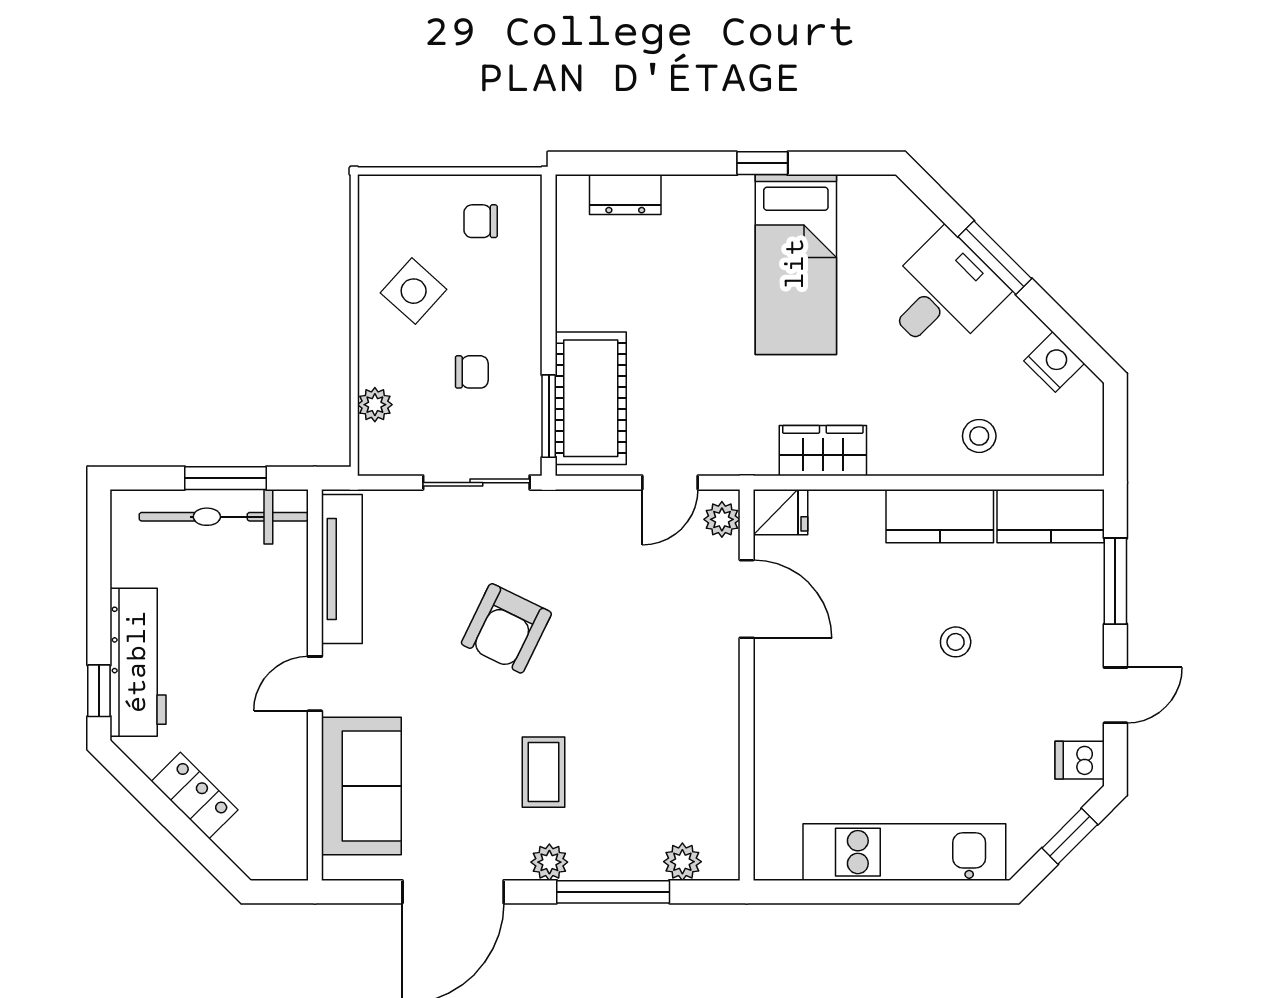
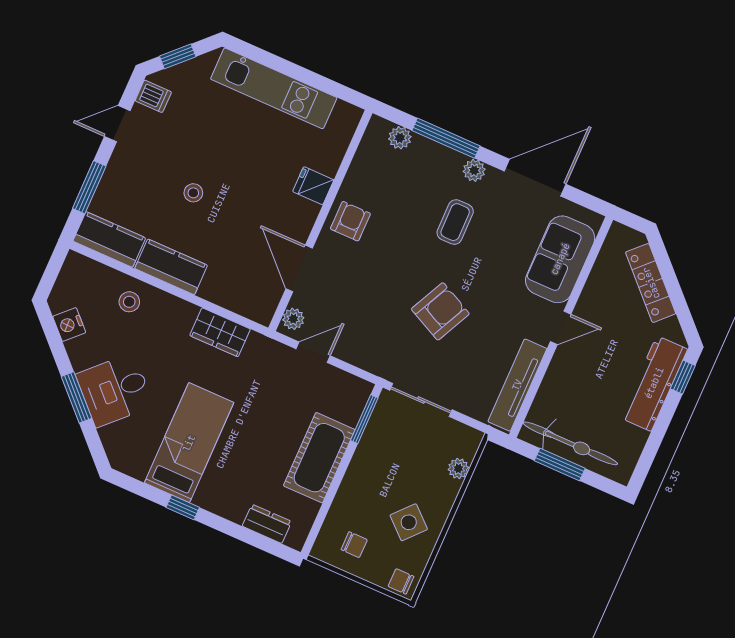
chair: (472, 372) -> (401, 581), moved
cot: (591, 398) -> (319, 458), moved
fridge: (781, 512) -> (313, 186), moved
armchair: (701, 704) -> (350, 221), added
locker: (195, 796) -> (651, 283), width x1.53

